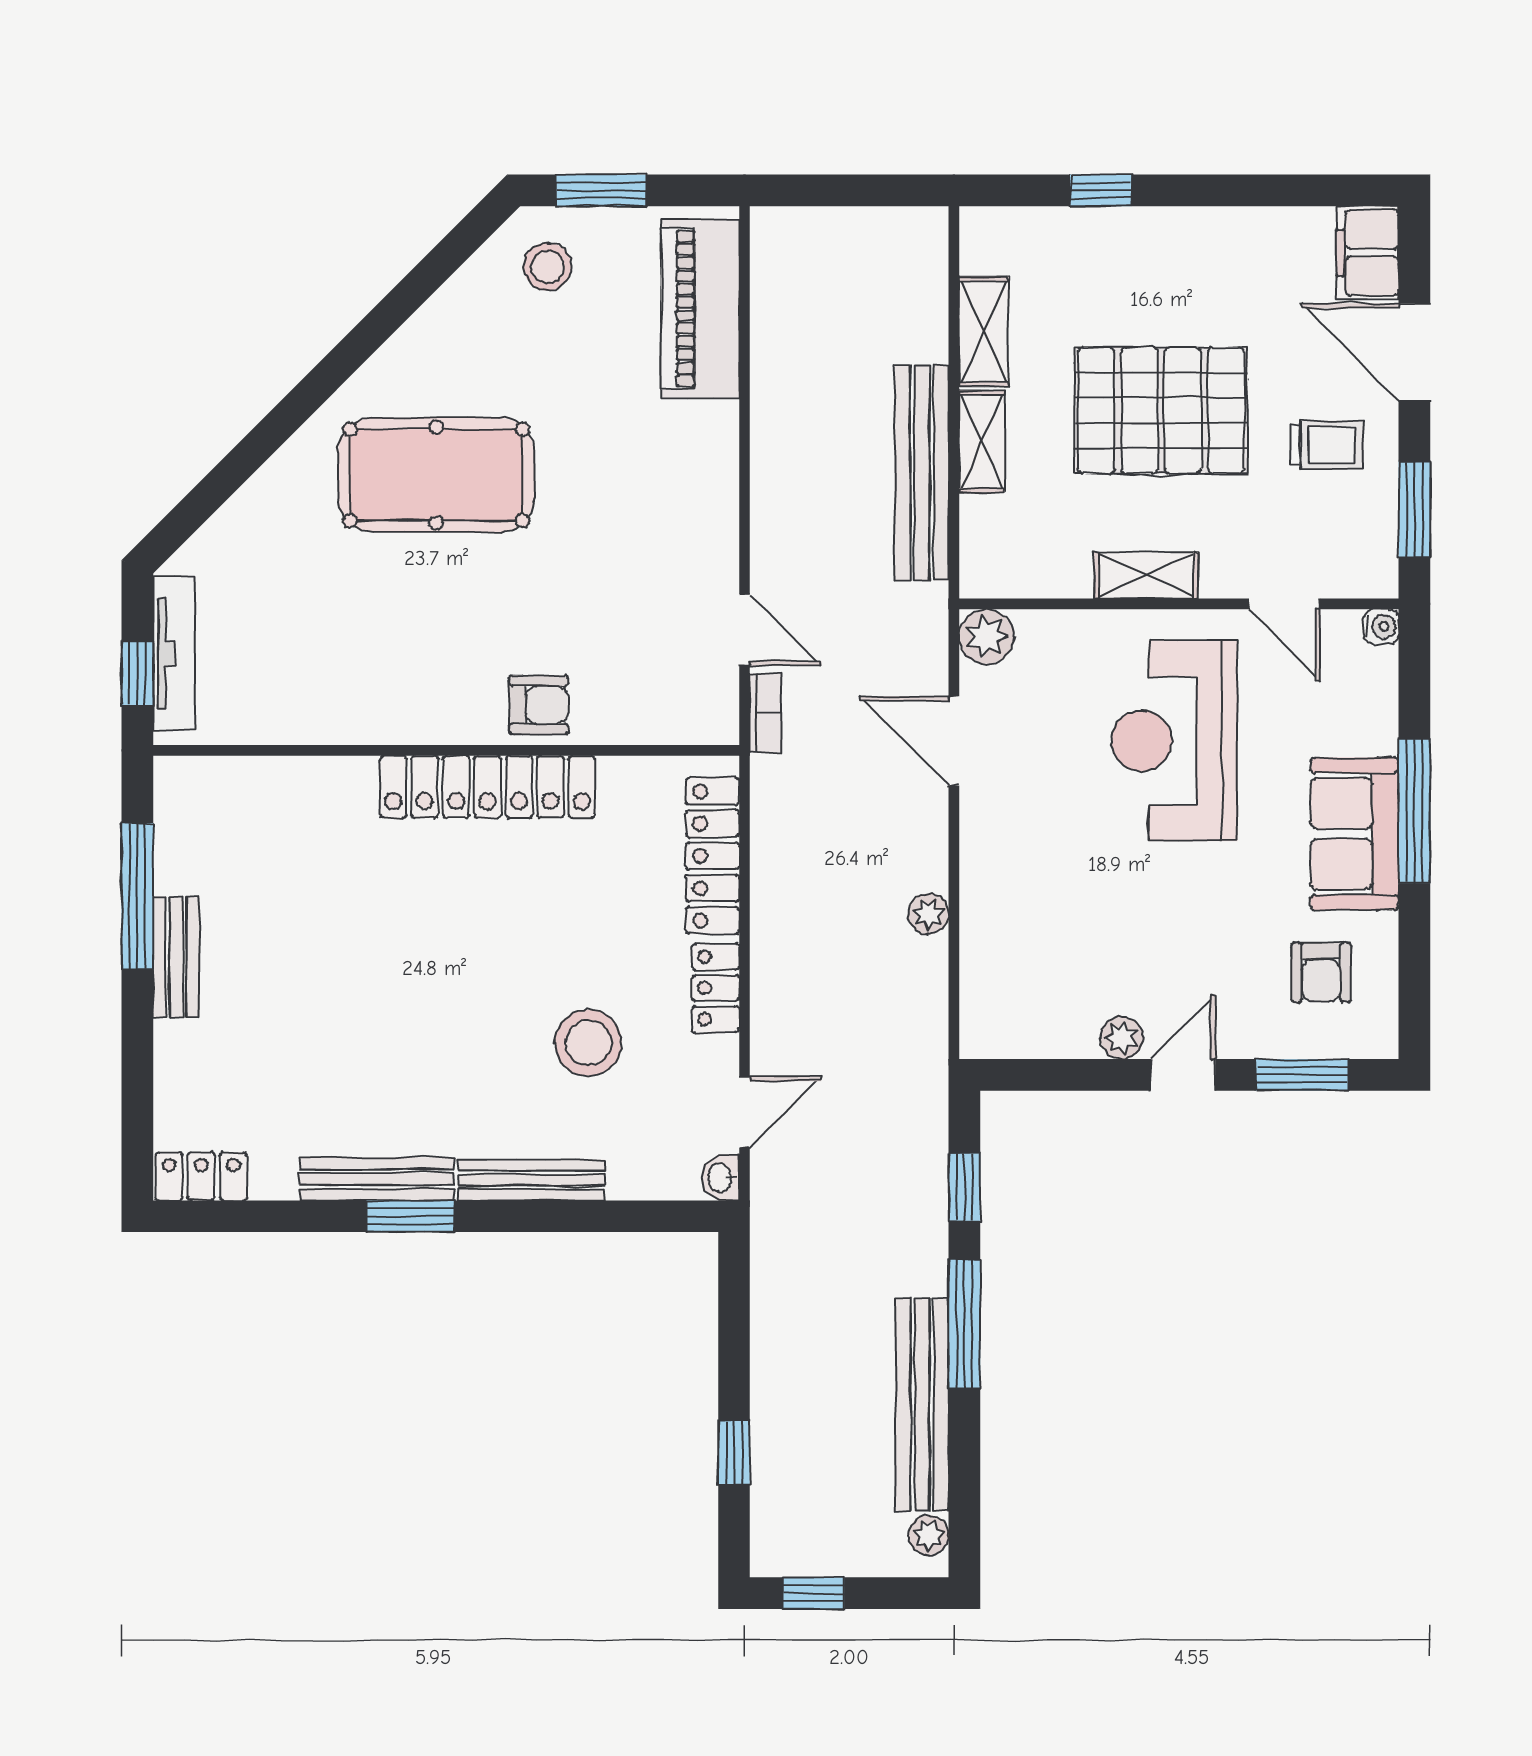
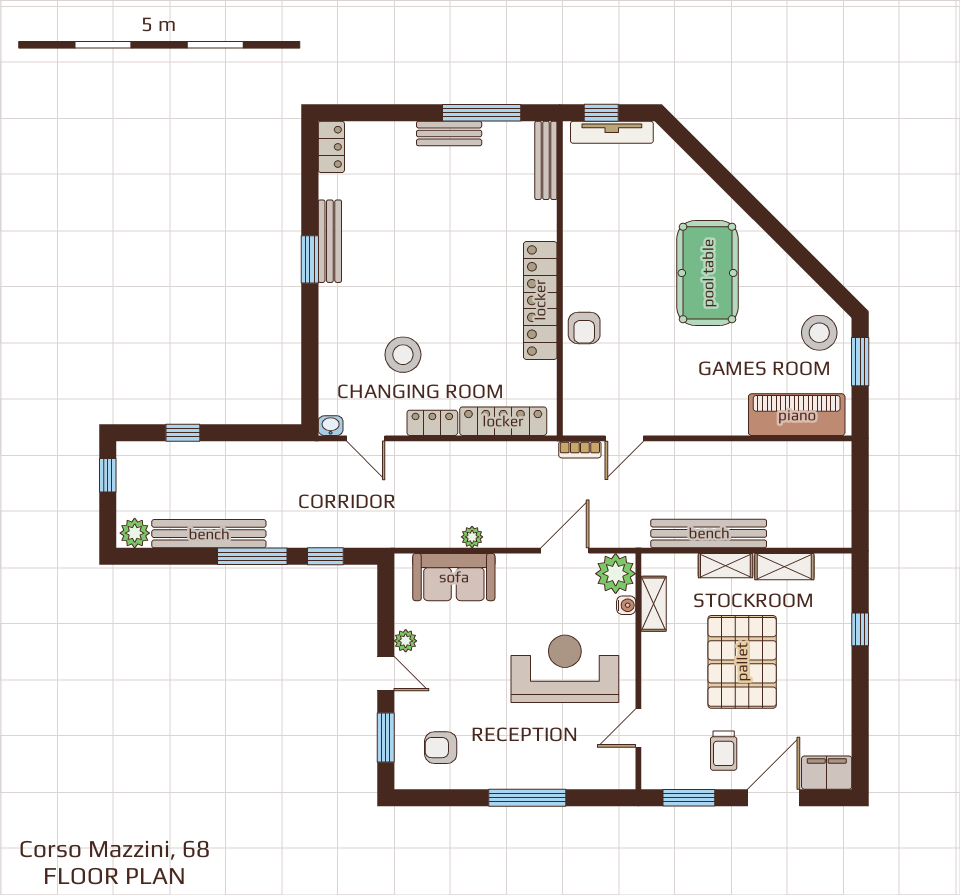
stool: (548, 267) -> (819, 333), width x1.38, depth x1.38
shelving: (1146, 575) -> (654, 604), moved
water cooler: (1381, 627) -> (626, 605), moved, turned -90
plant: (986, 637) -> (616, 574), width x1.36, depth x1.36
sofa: (1355, 834) -> (454, 577), moved, turned 180
bench: (531, 1180) -> (546, 160), moved
plant: (928, 1535) -> (135, 533), width x1.38, depth x1.38

